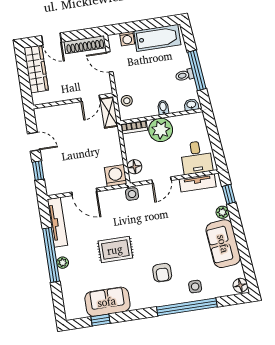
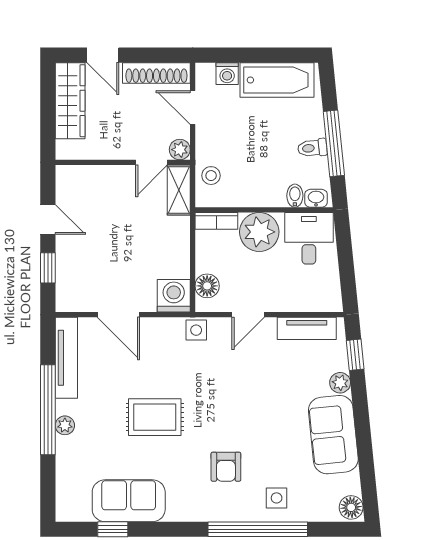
plant: (106, 88) -> (180, 150), added
bidet: (163, 107) -> (295, 196), moved
desk: (196, 157) -> (309, 238), moved, turned 180

